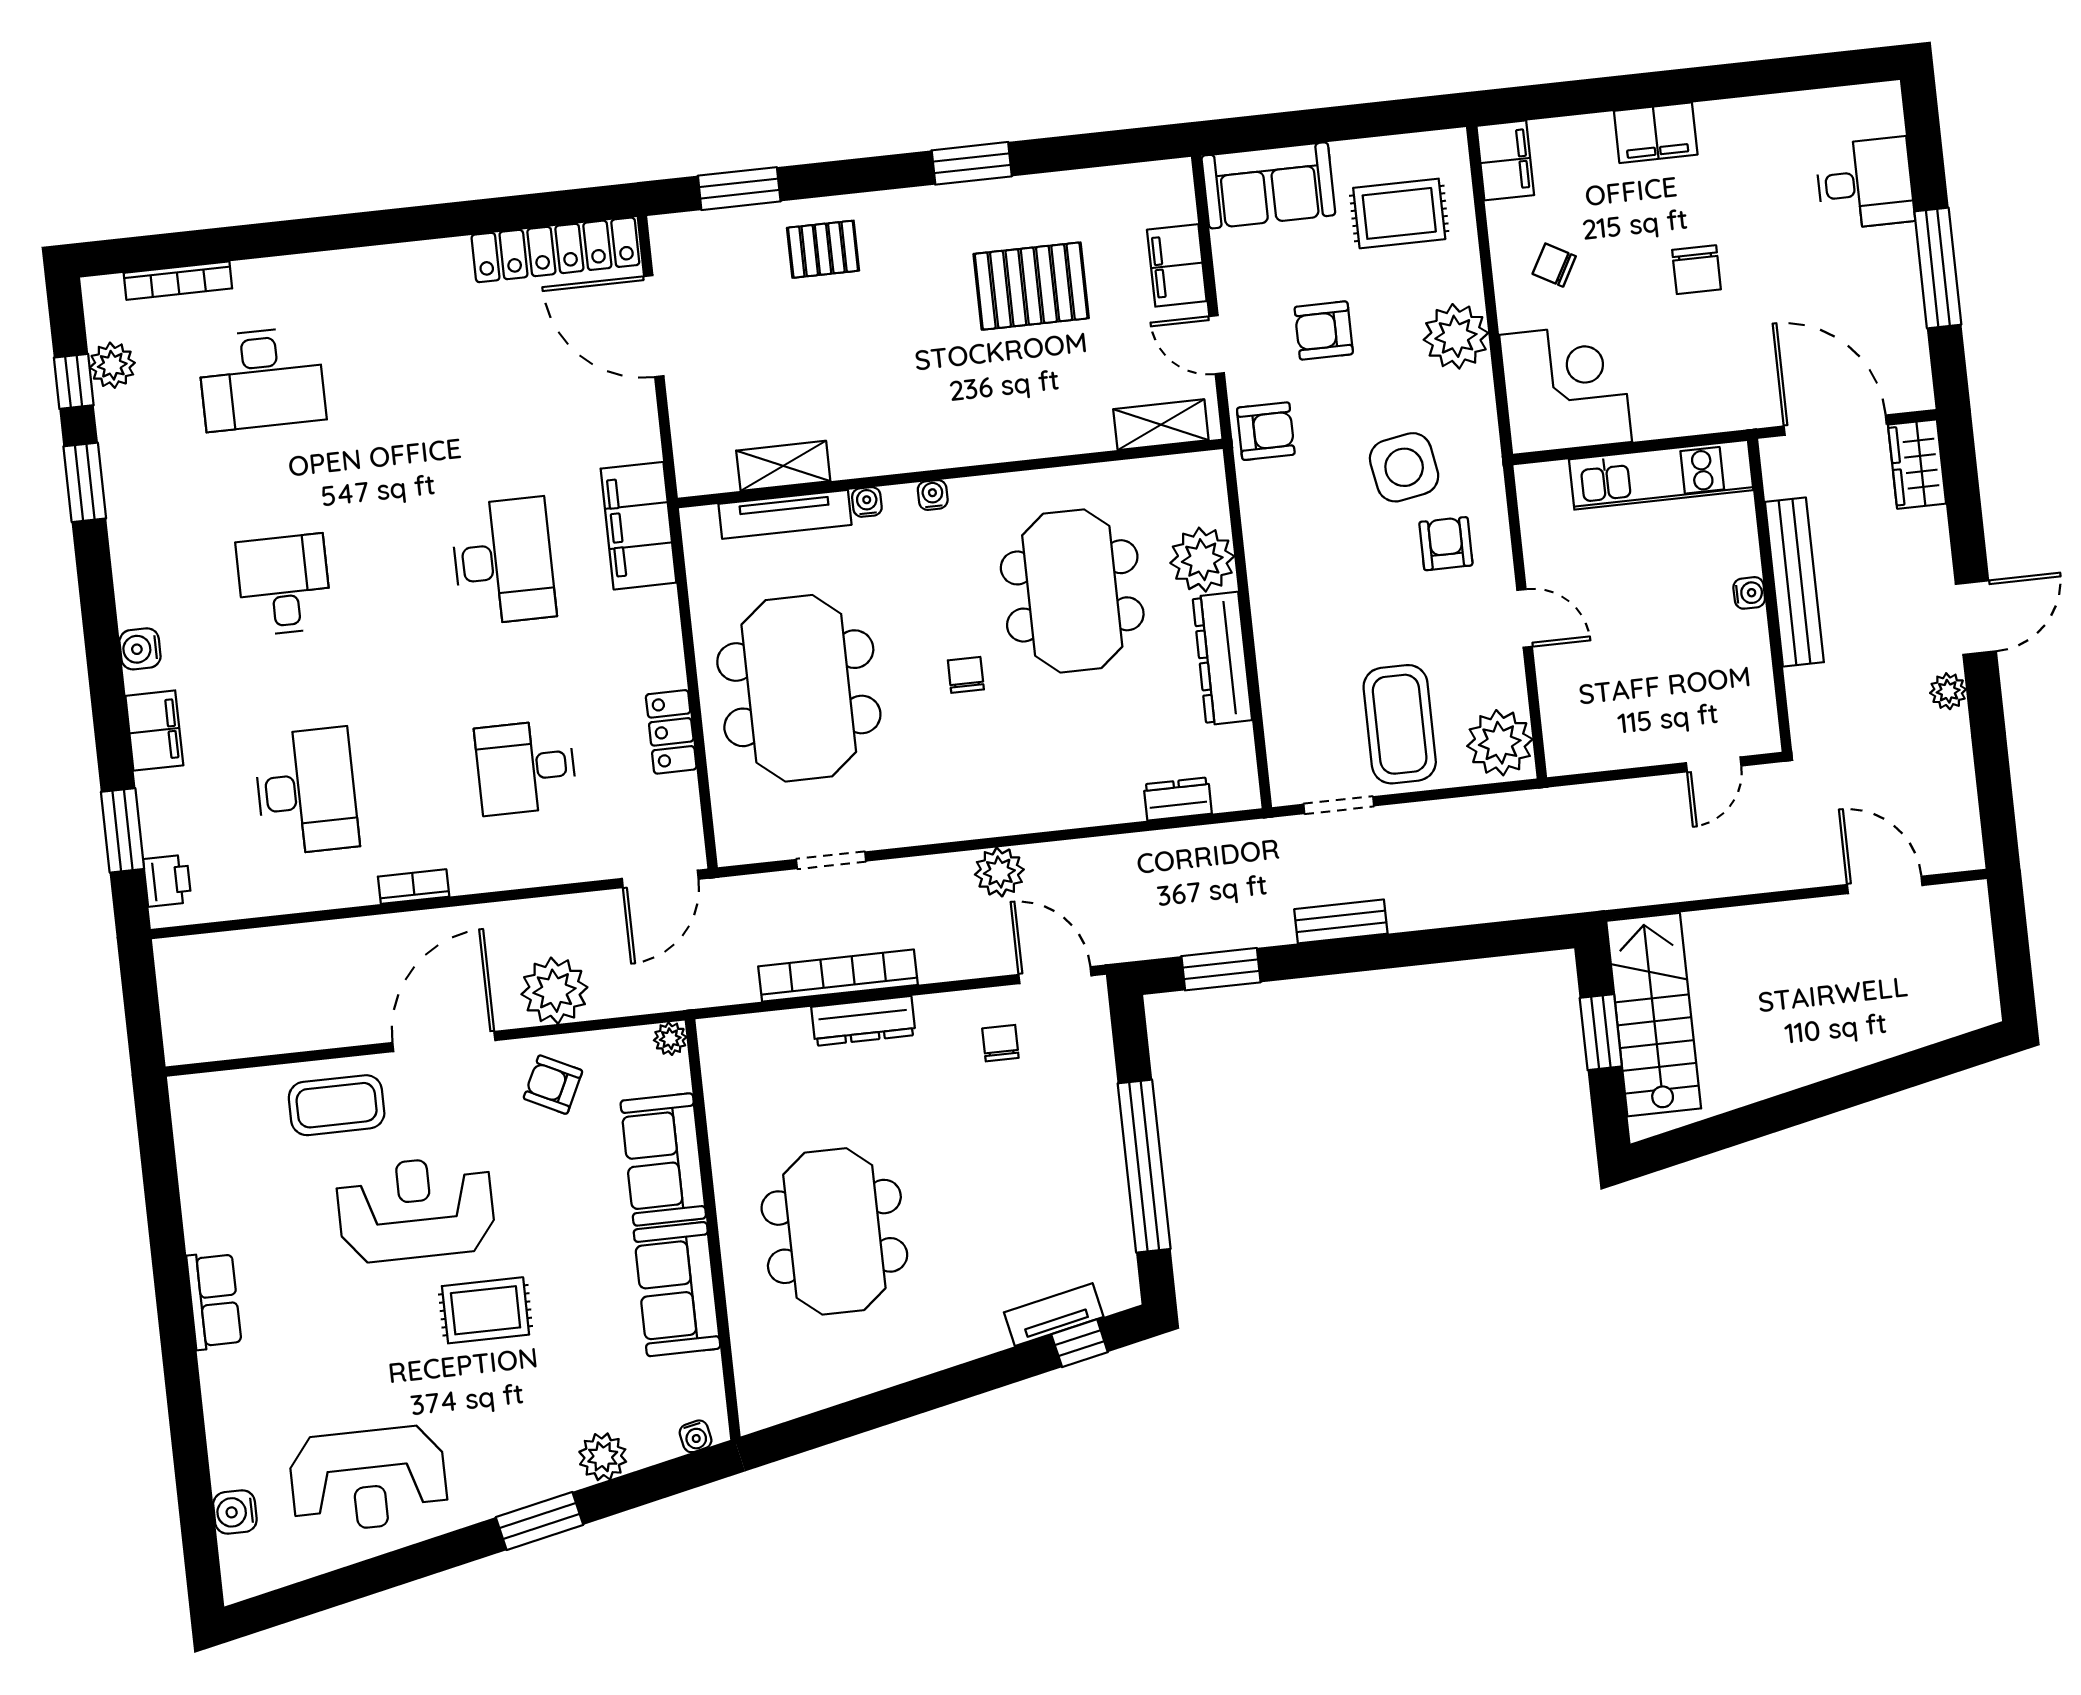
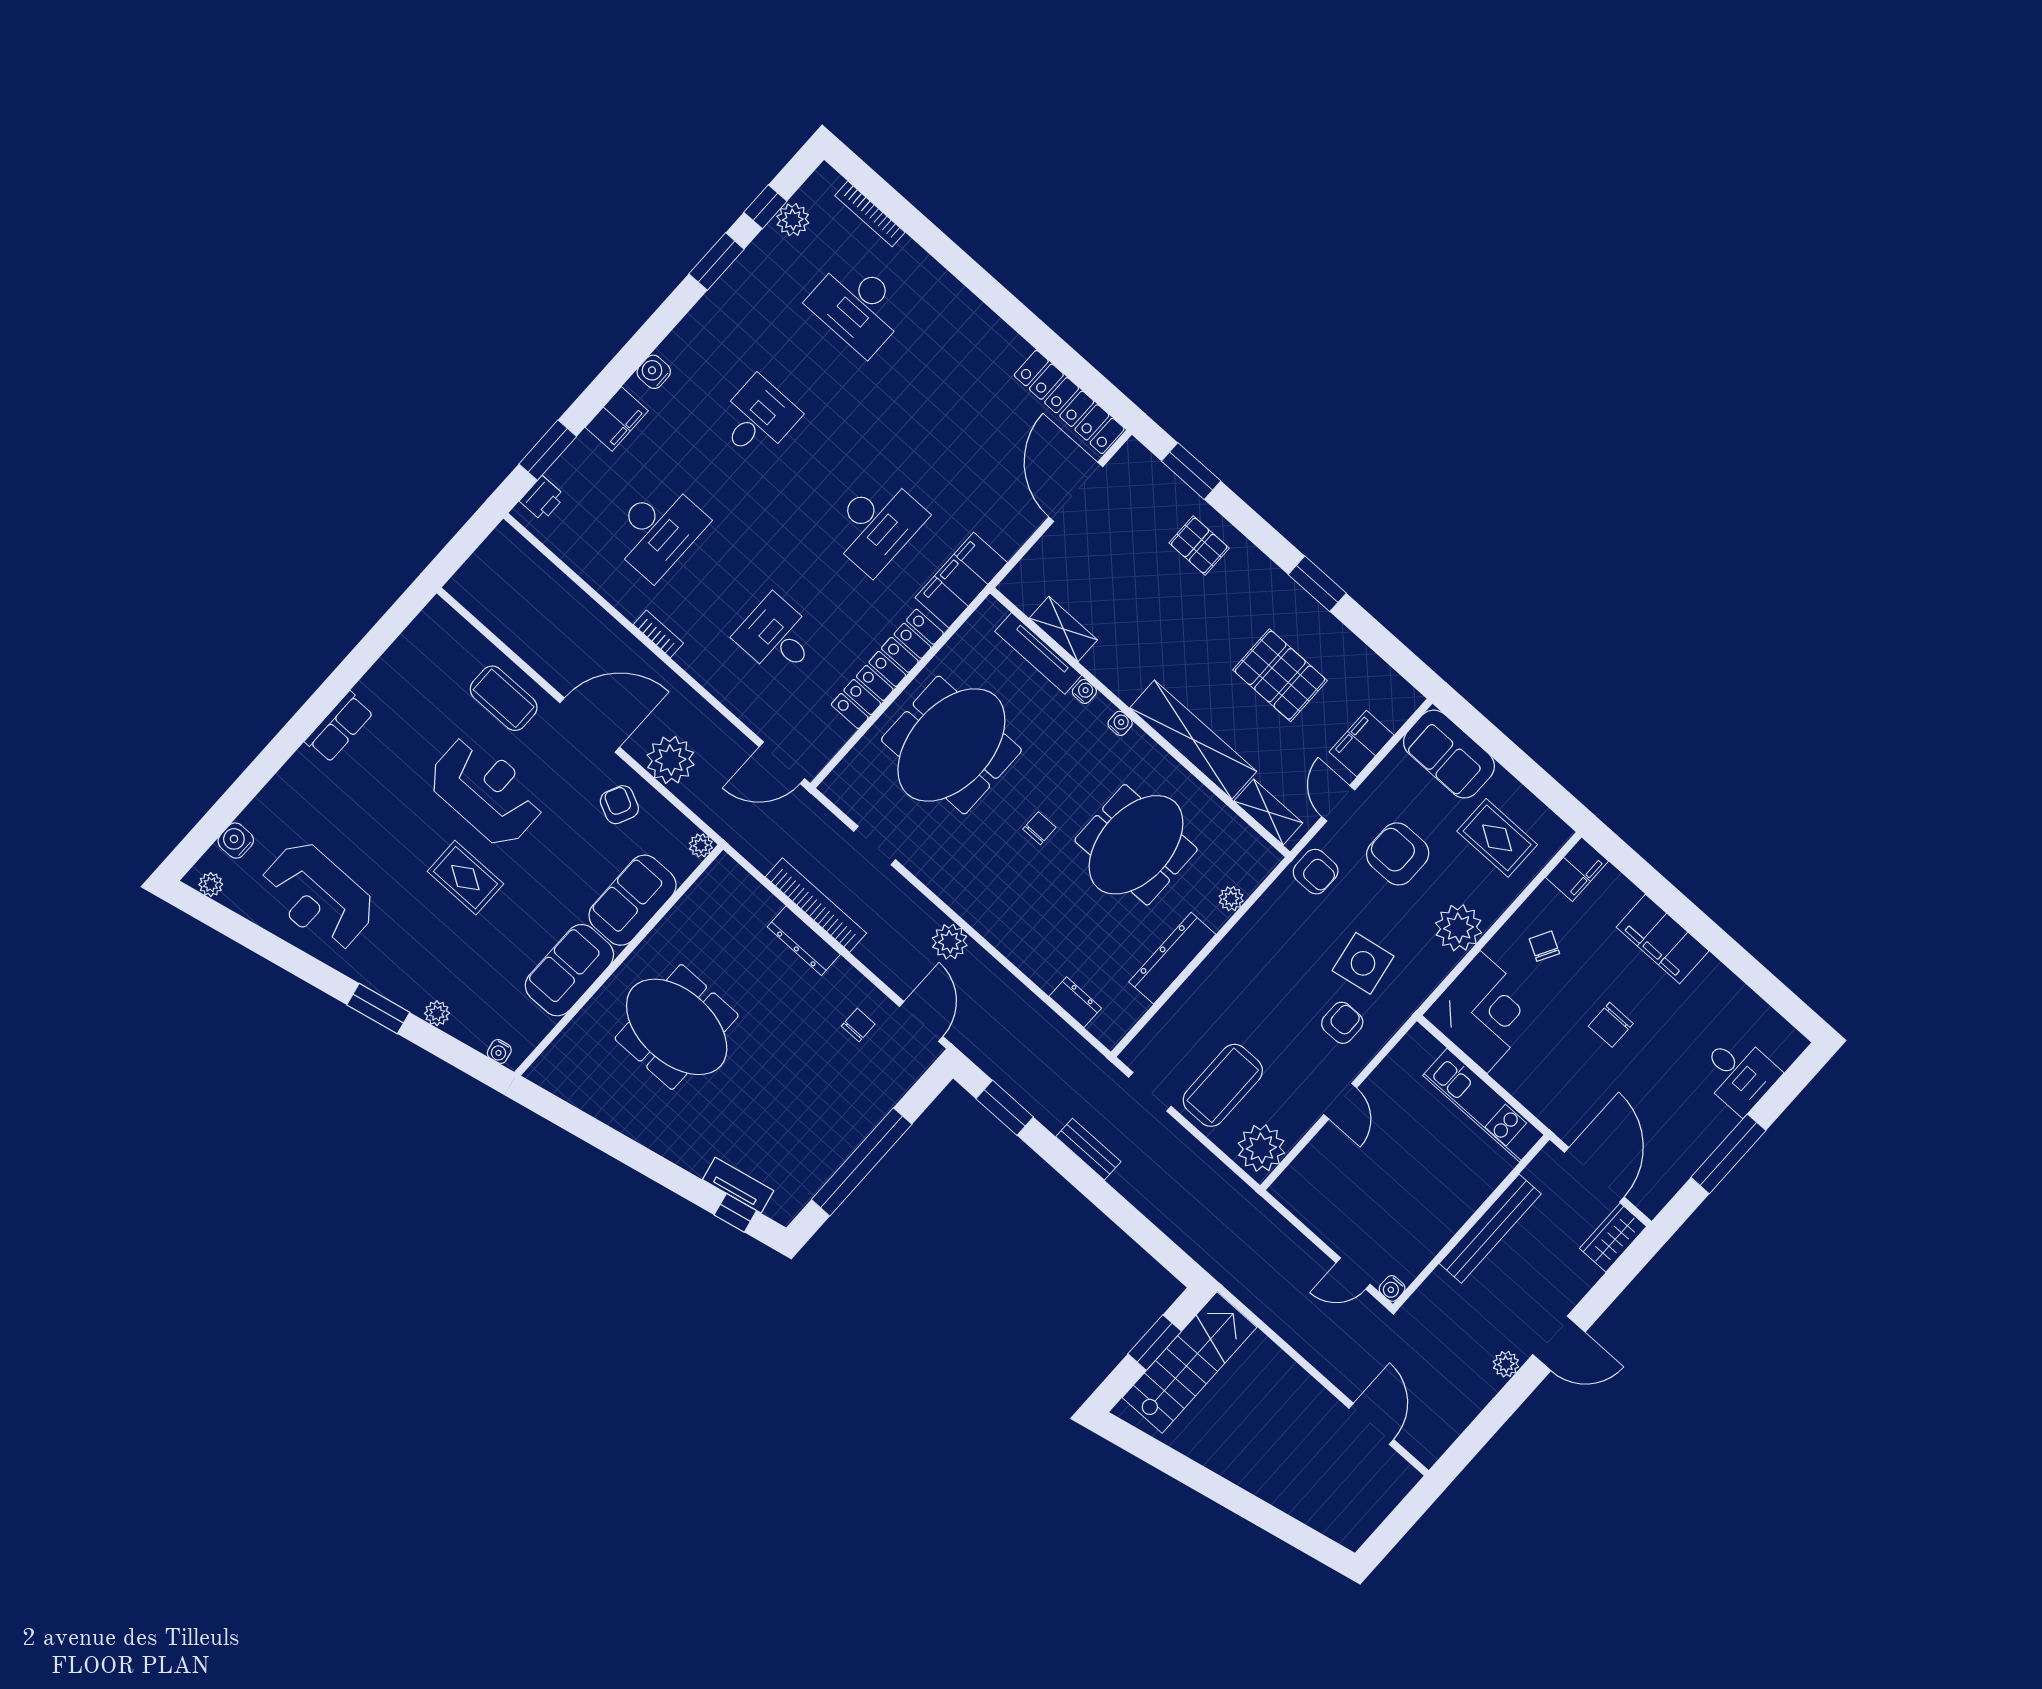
filing cabinet: (1656, 133) -> (1663, 939), width x1.50, depth x1.17
armchair: (1324, 330) -> (1398, 854), width x1.38, depth x1.38
shelving: (1017, 435) -> (1193, 740), added
plant: (1202, 560) -> (1231, 899), width x0.53, depth x0.53
water cooler: (1749, 593) -> (1392, 1288), moved, turned 90
locker: (671, 732) -> (887, 669), width x2.16, depth x1.21
meeting table: (834, 1231) -> (677, 1027), turned 90
plant: (603, 1457) -> (437, 1013), width x0.73, depth x0.73
plant: (257, 1578) -> (211, 884), added

